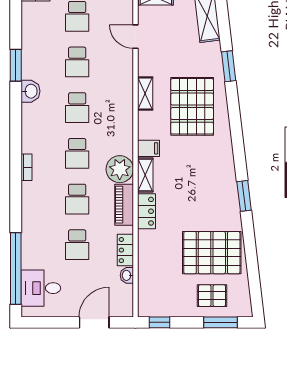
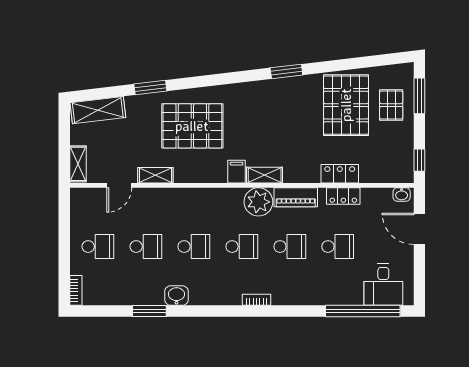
shelving: (145, 94) -> (155, 175), moved
locker: (146, 211) -> (340, 174), moved
washbasin: (127, 275) -> (402, 194), moved

